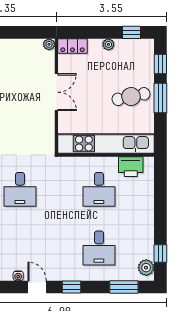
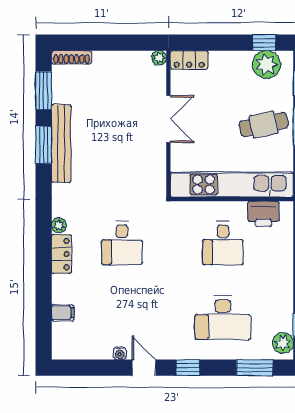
plant: (108, 44) -> (266, 65), moved, width x1.88, depth x1.88
desk: (99, 248) -> (223, 318), width x1.37

